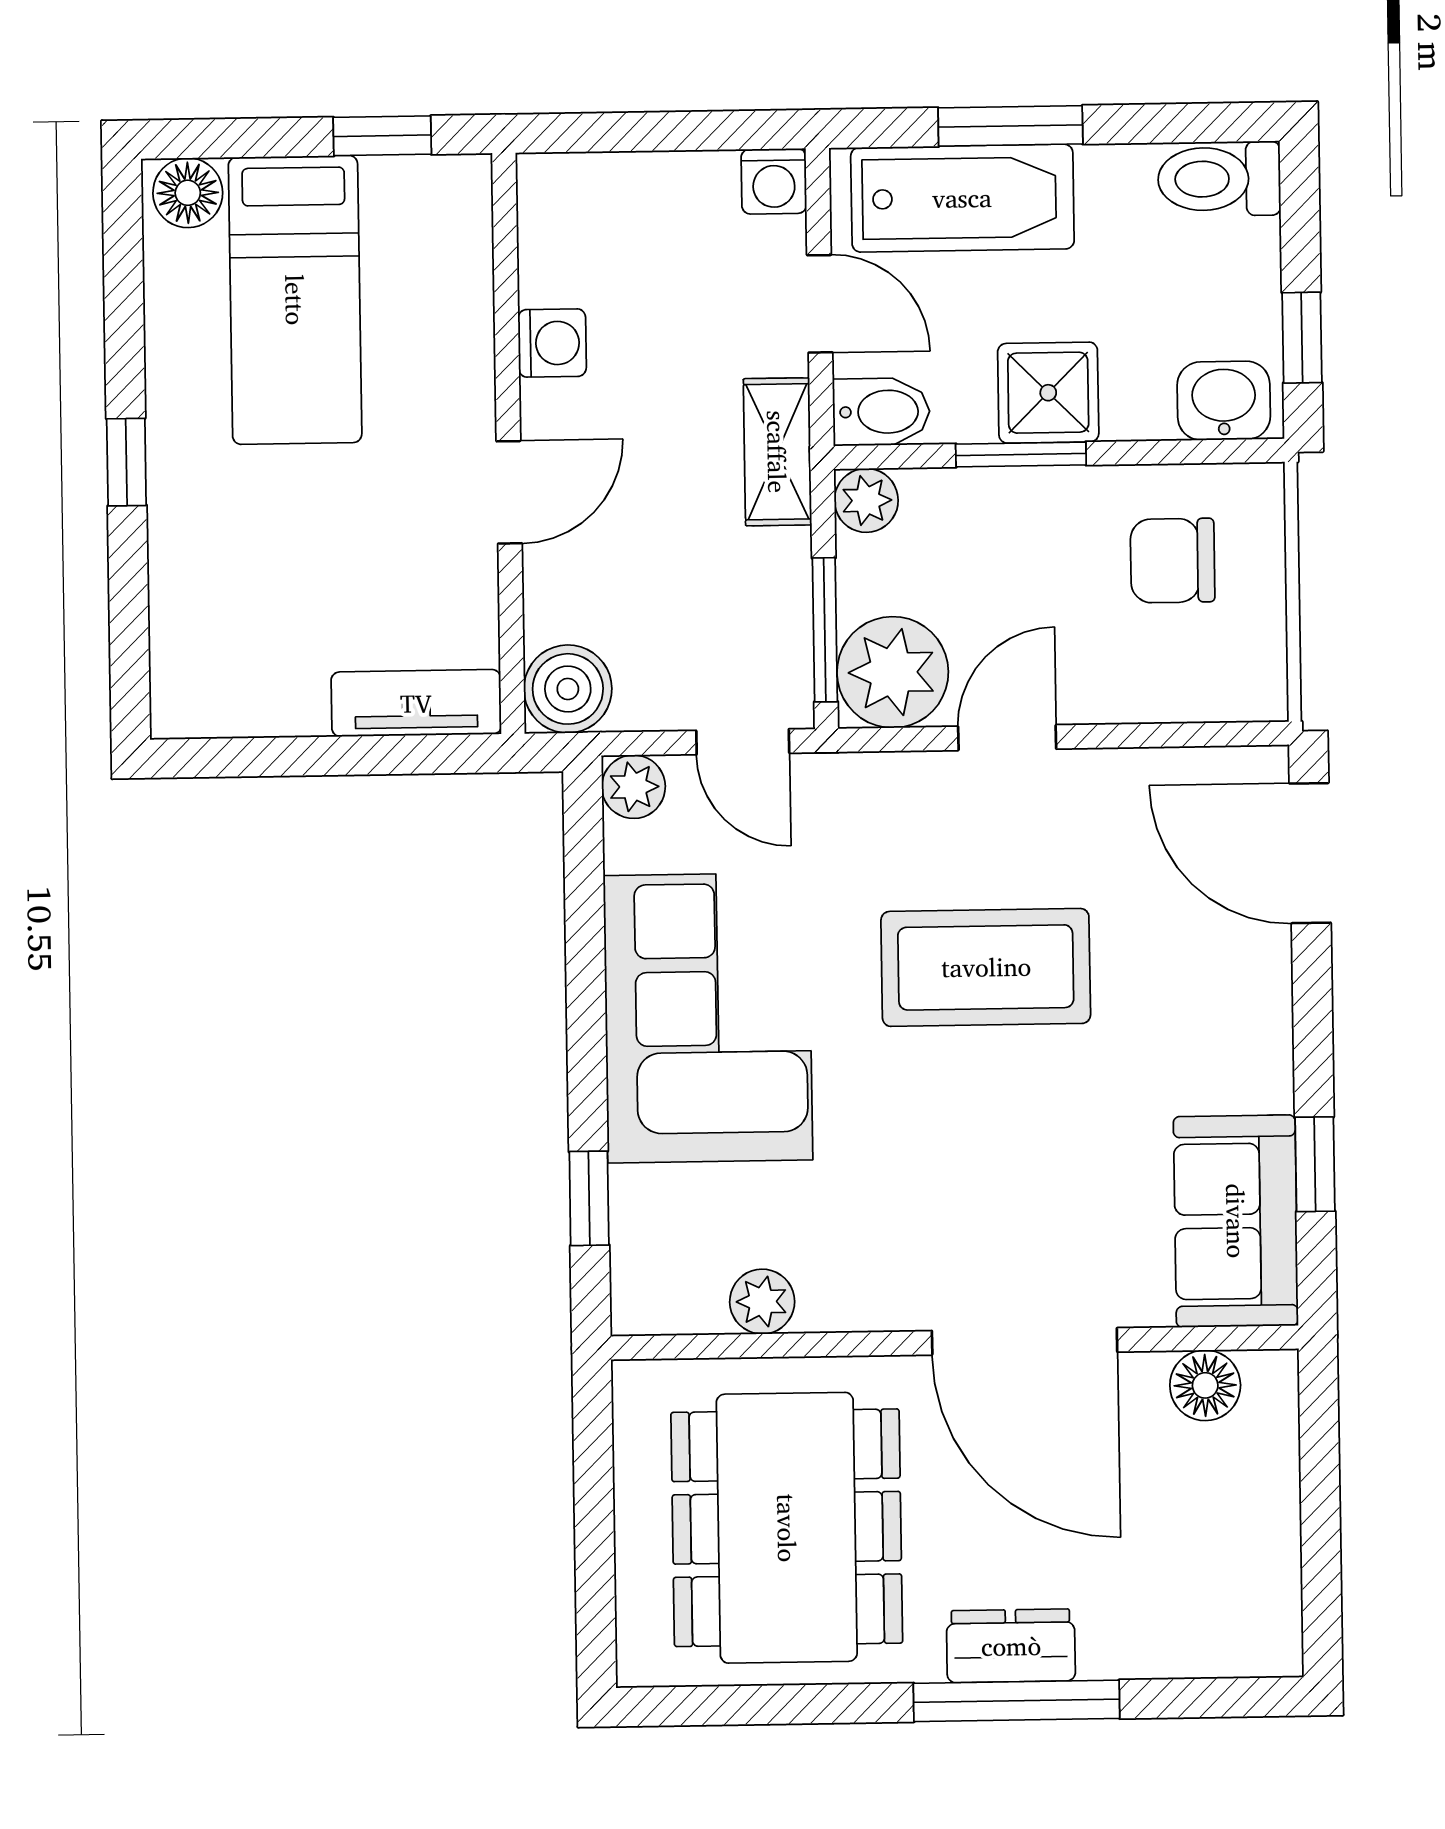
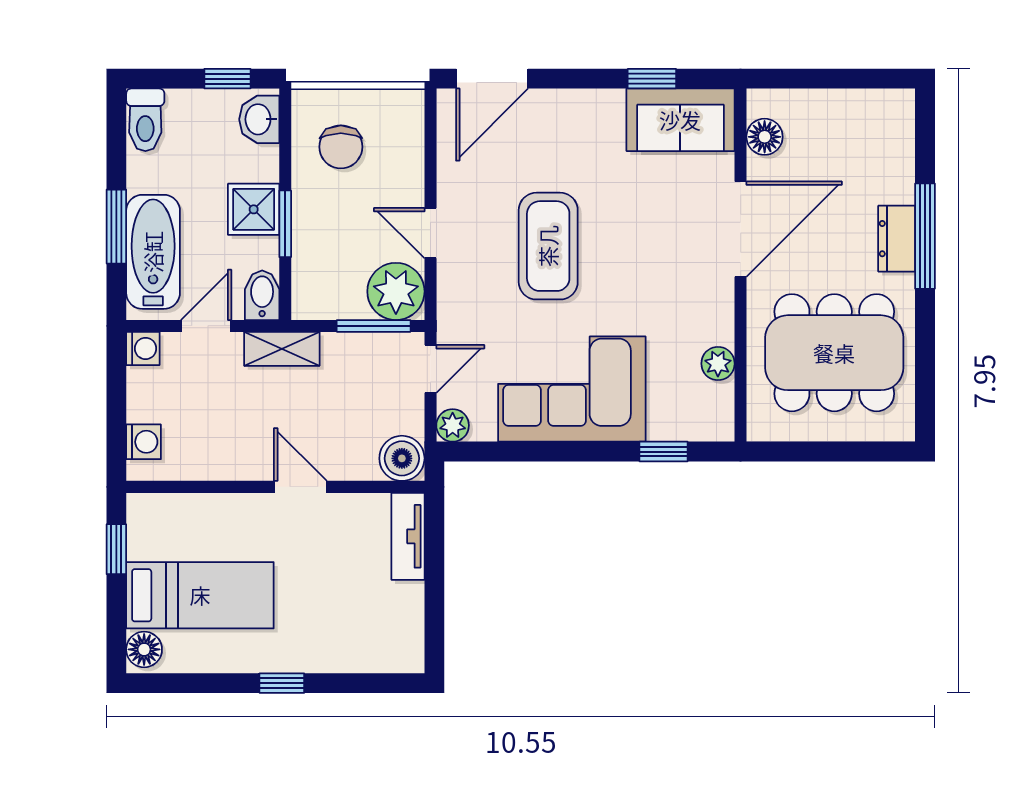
washing machine: (552, 343) -> (144, 442), moved, turned 90
plant: (866, 500) -> (307, 304), removed

